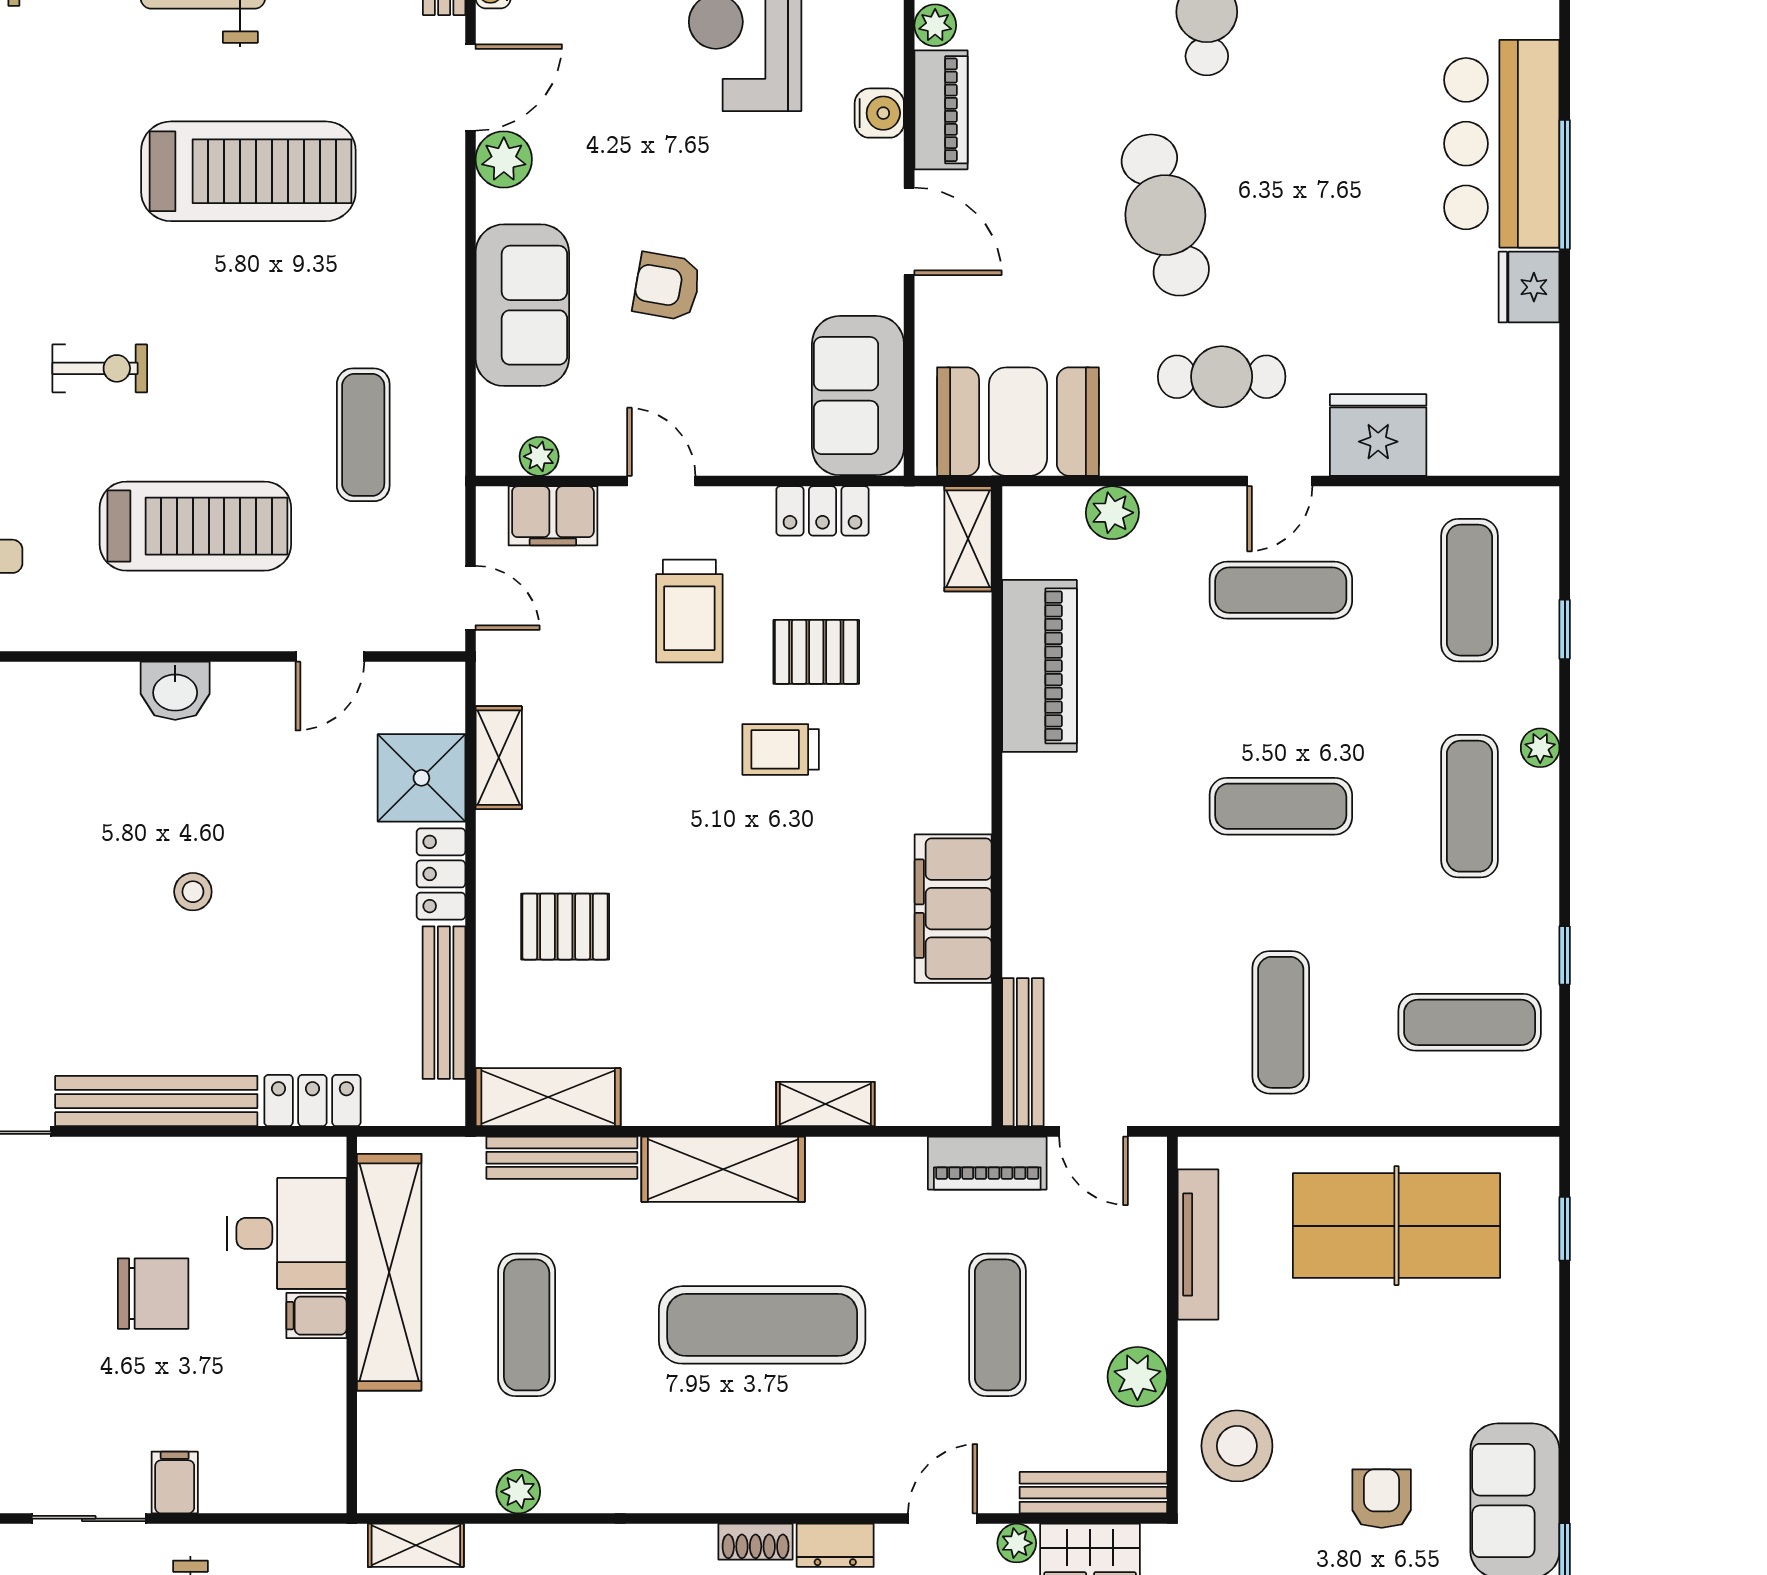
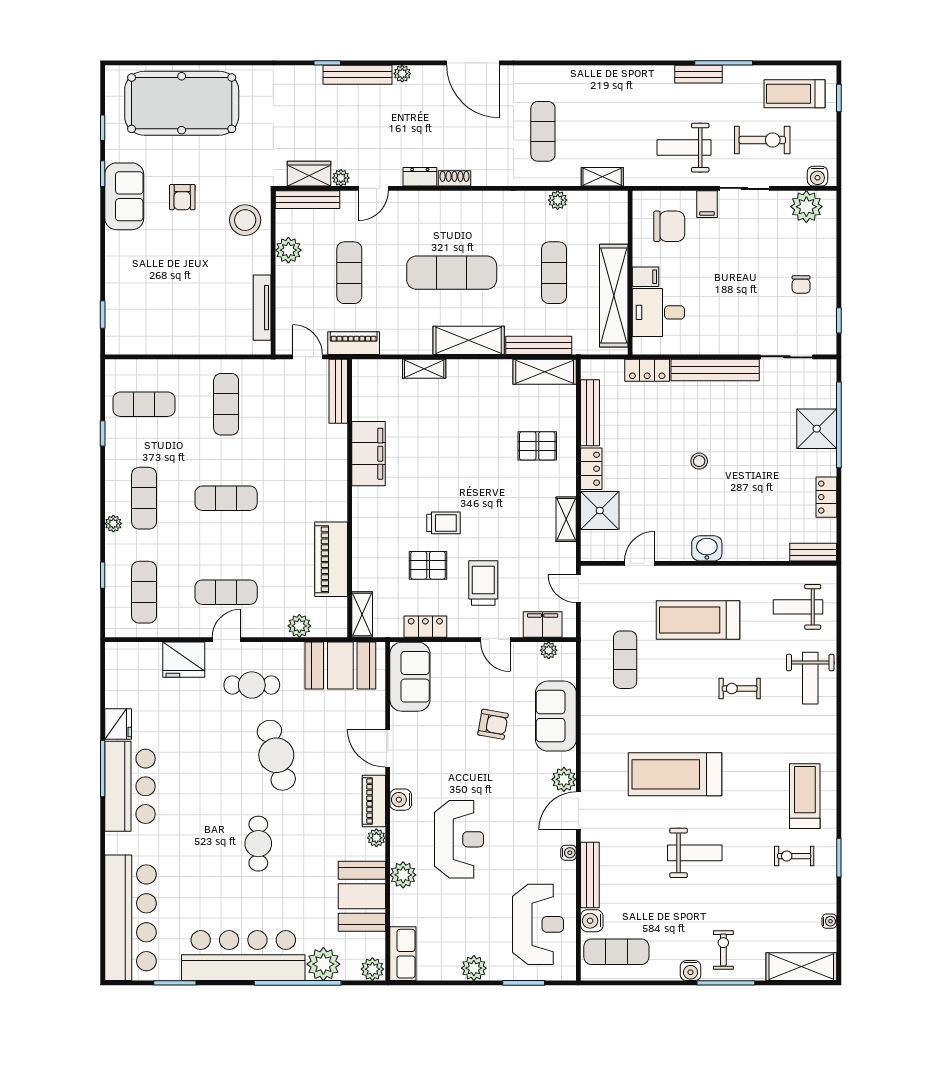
table tennis table: (1396, 1226) -> (176, 316), removed
chair: (153, 1294) -> (669, 226), moved, turned 180

